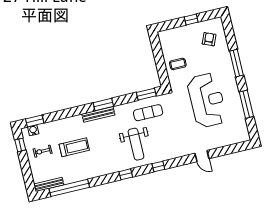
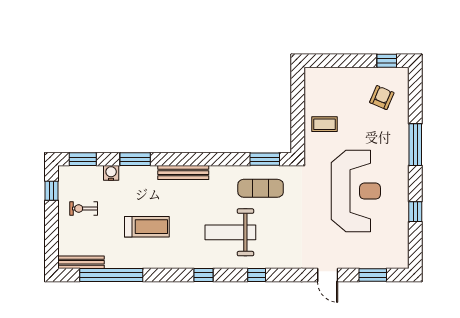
window: (191, 20) -> (387, 61), moved
window: (103, 104) -> (135, 159), moved
window: (246, 104) -> (415, 212), width x0.46
water cooler: (33, 130) -> (111, 173), moved
weight bench: (136, 144) -> (230, 232), turned 90
treadmill: (74, 147) -> (147, 227), moved
window: (230, 149) -> (373, 275), added

